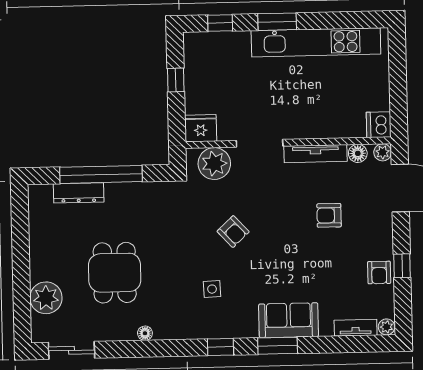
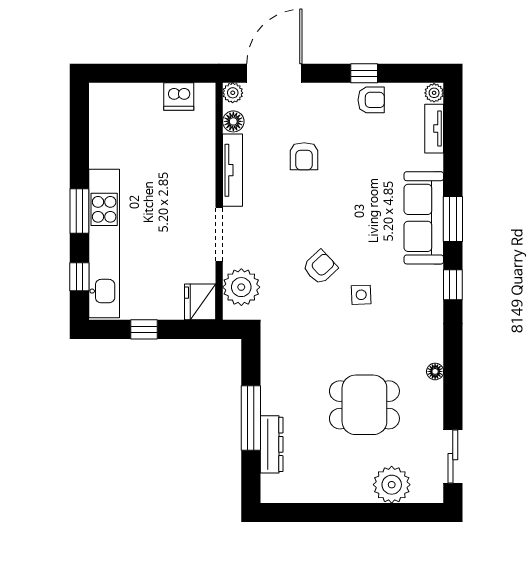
kitchen unit: (316, 42) -> (104, 244), moved
dishwasher: (379, 125) -> (179, 97), moved
window: (101, 174) -> (251, 418), width x0.68
side table: (212, 289) -> (361, 295), moved
sofa: (289, 320) -> (424, 218), width x1.36

